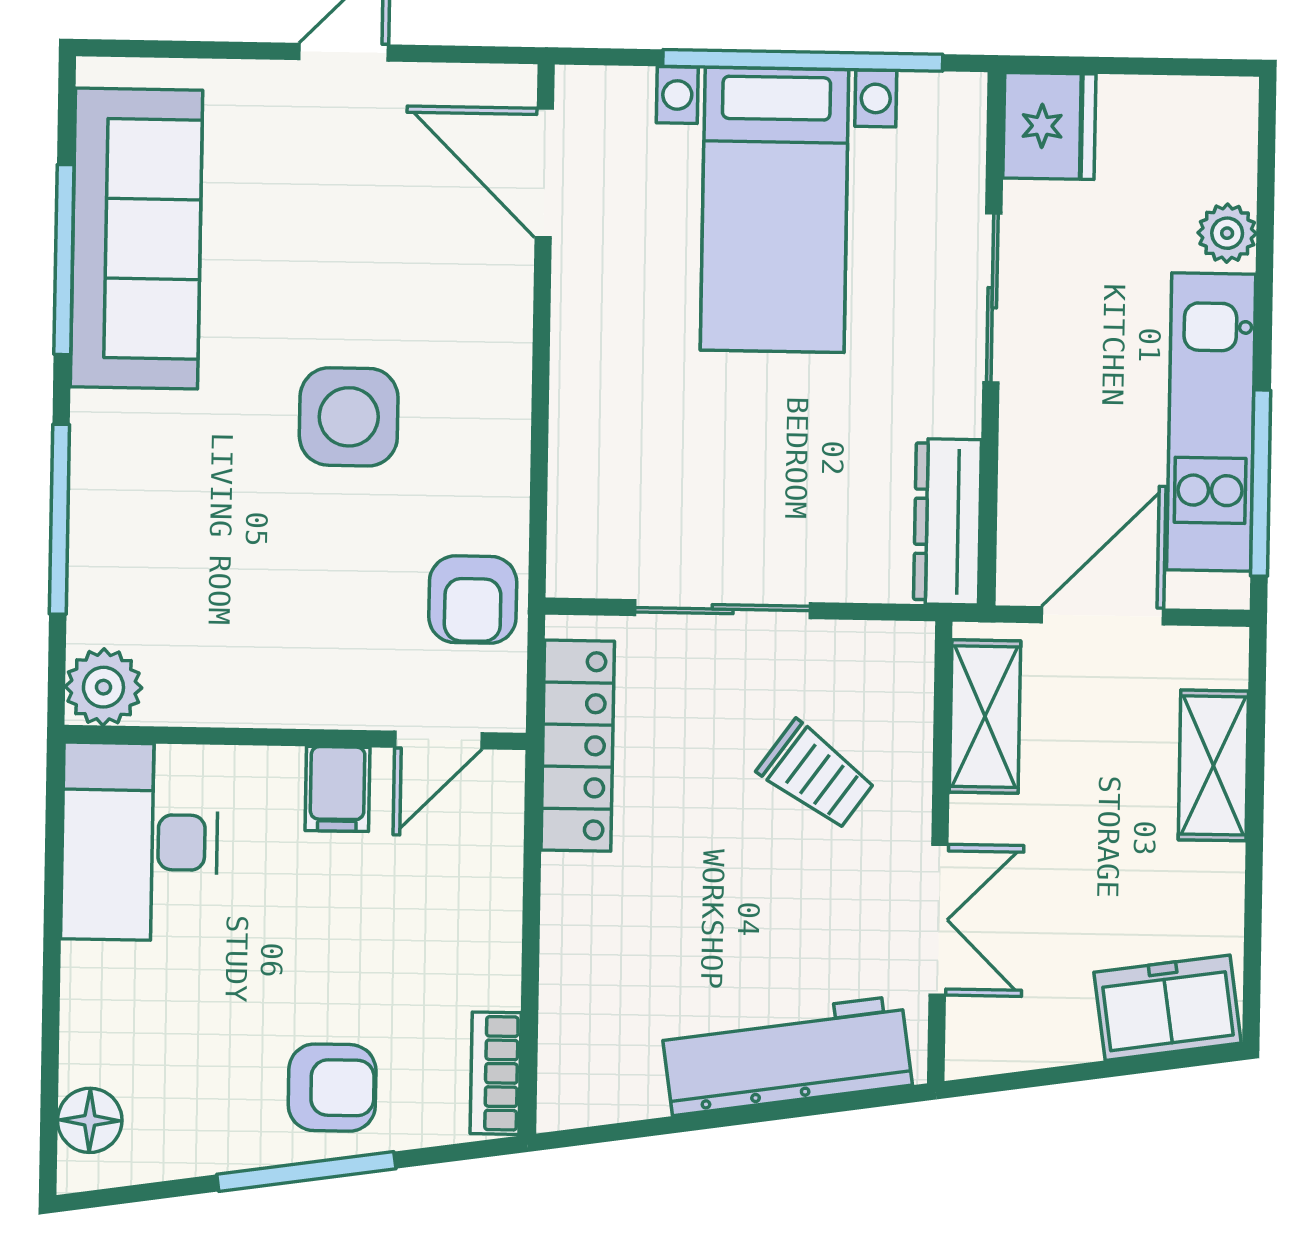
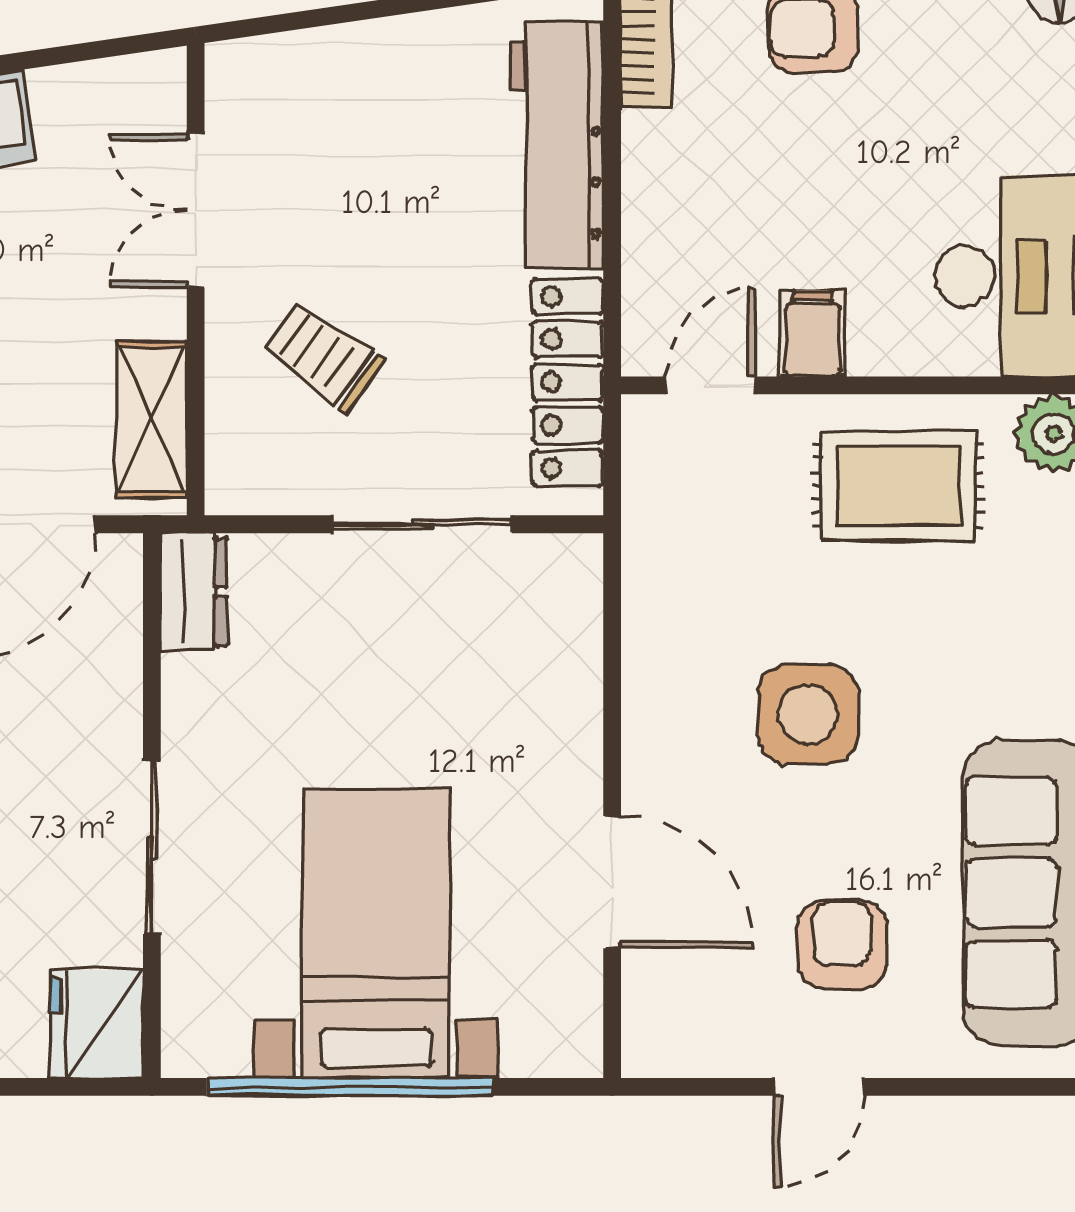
door: (544, 173) -> (612, 882), moved
dresser: (947, 522) -> (194, 592), width x0.70
armchair: (473, 599) -> (842, 945), moved
rug: (256, 639) -> (898, 486), added
workbench: (787, 1056) -> (557, 145), moved, turned 98

